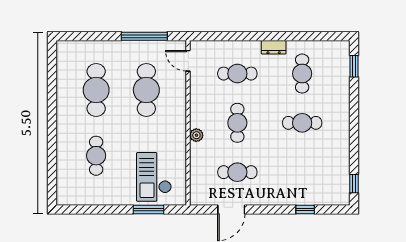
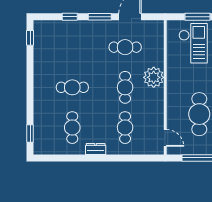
cafe table: (237, 74) -> (125, 128), turned 90
plant: (196, 135) -> (154, 77), width x1.88, depth x1.88
window: (268, 209) -> (100, 17), added

